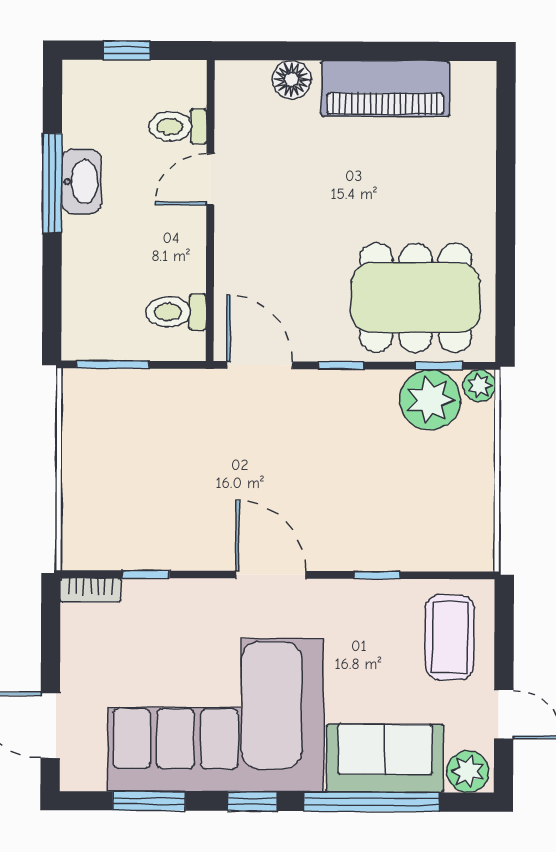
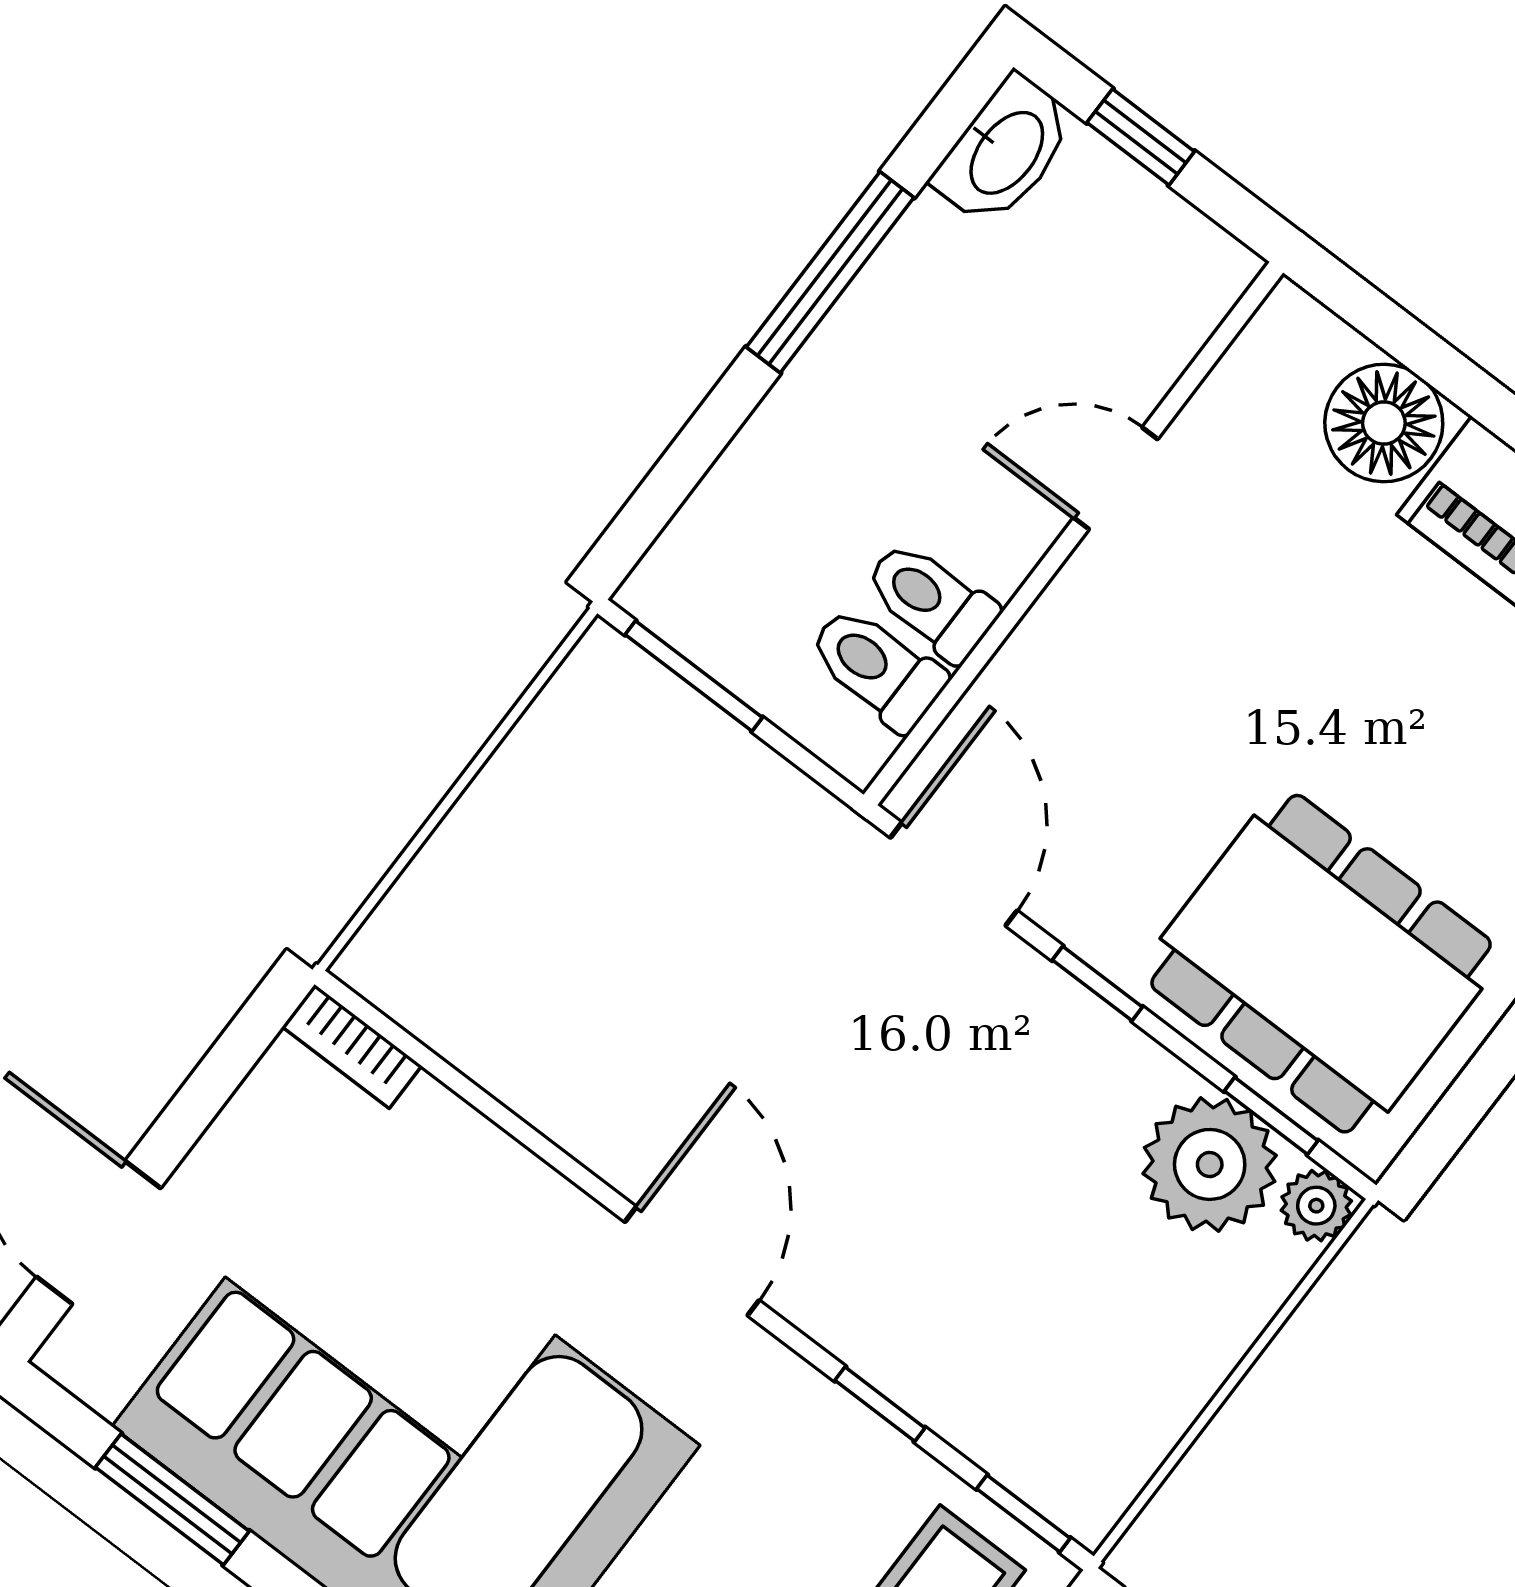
floor lamp: (292, 80) -> (1384, 423), width x1.38, depth x1.38
toilet: (178, 127) -> (931, 601), moved
washbasin: (82, 181) -> (1005, 151), moved
window: (146, 574) -> (1023, 1514), moved

